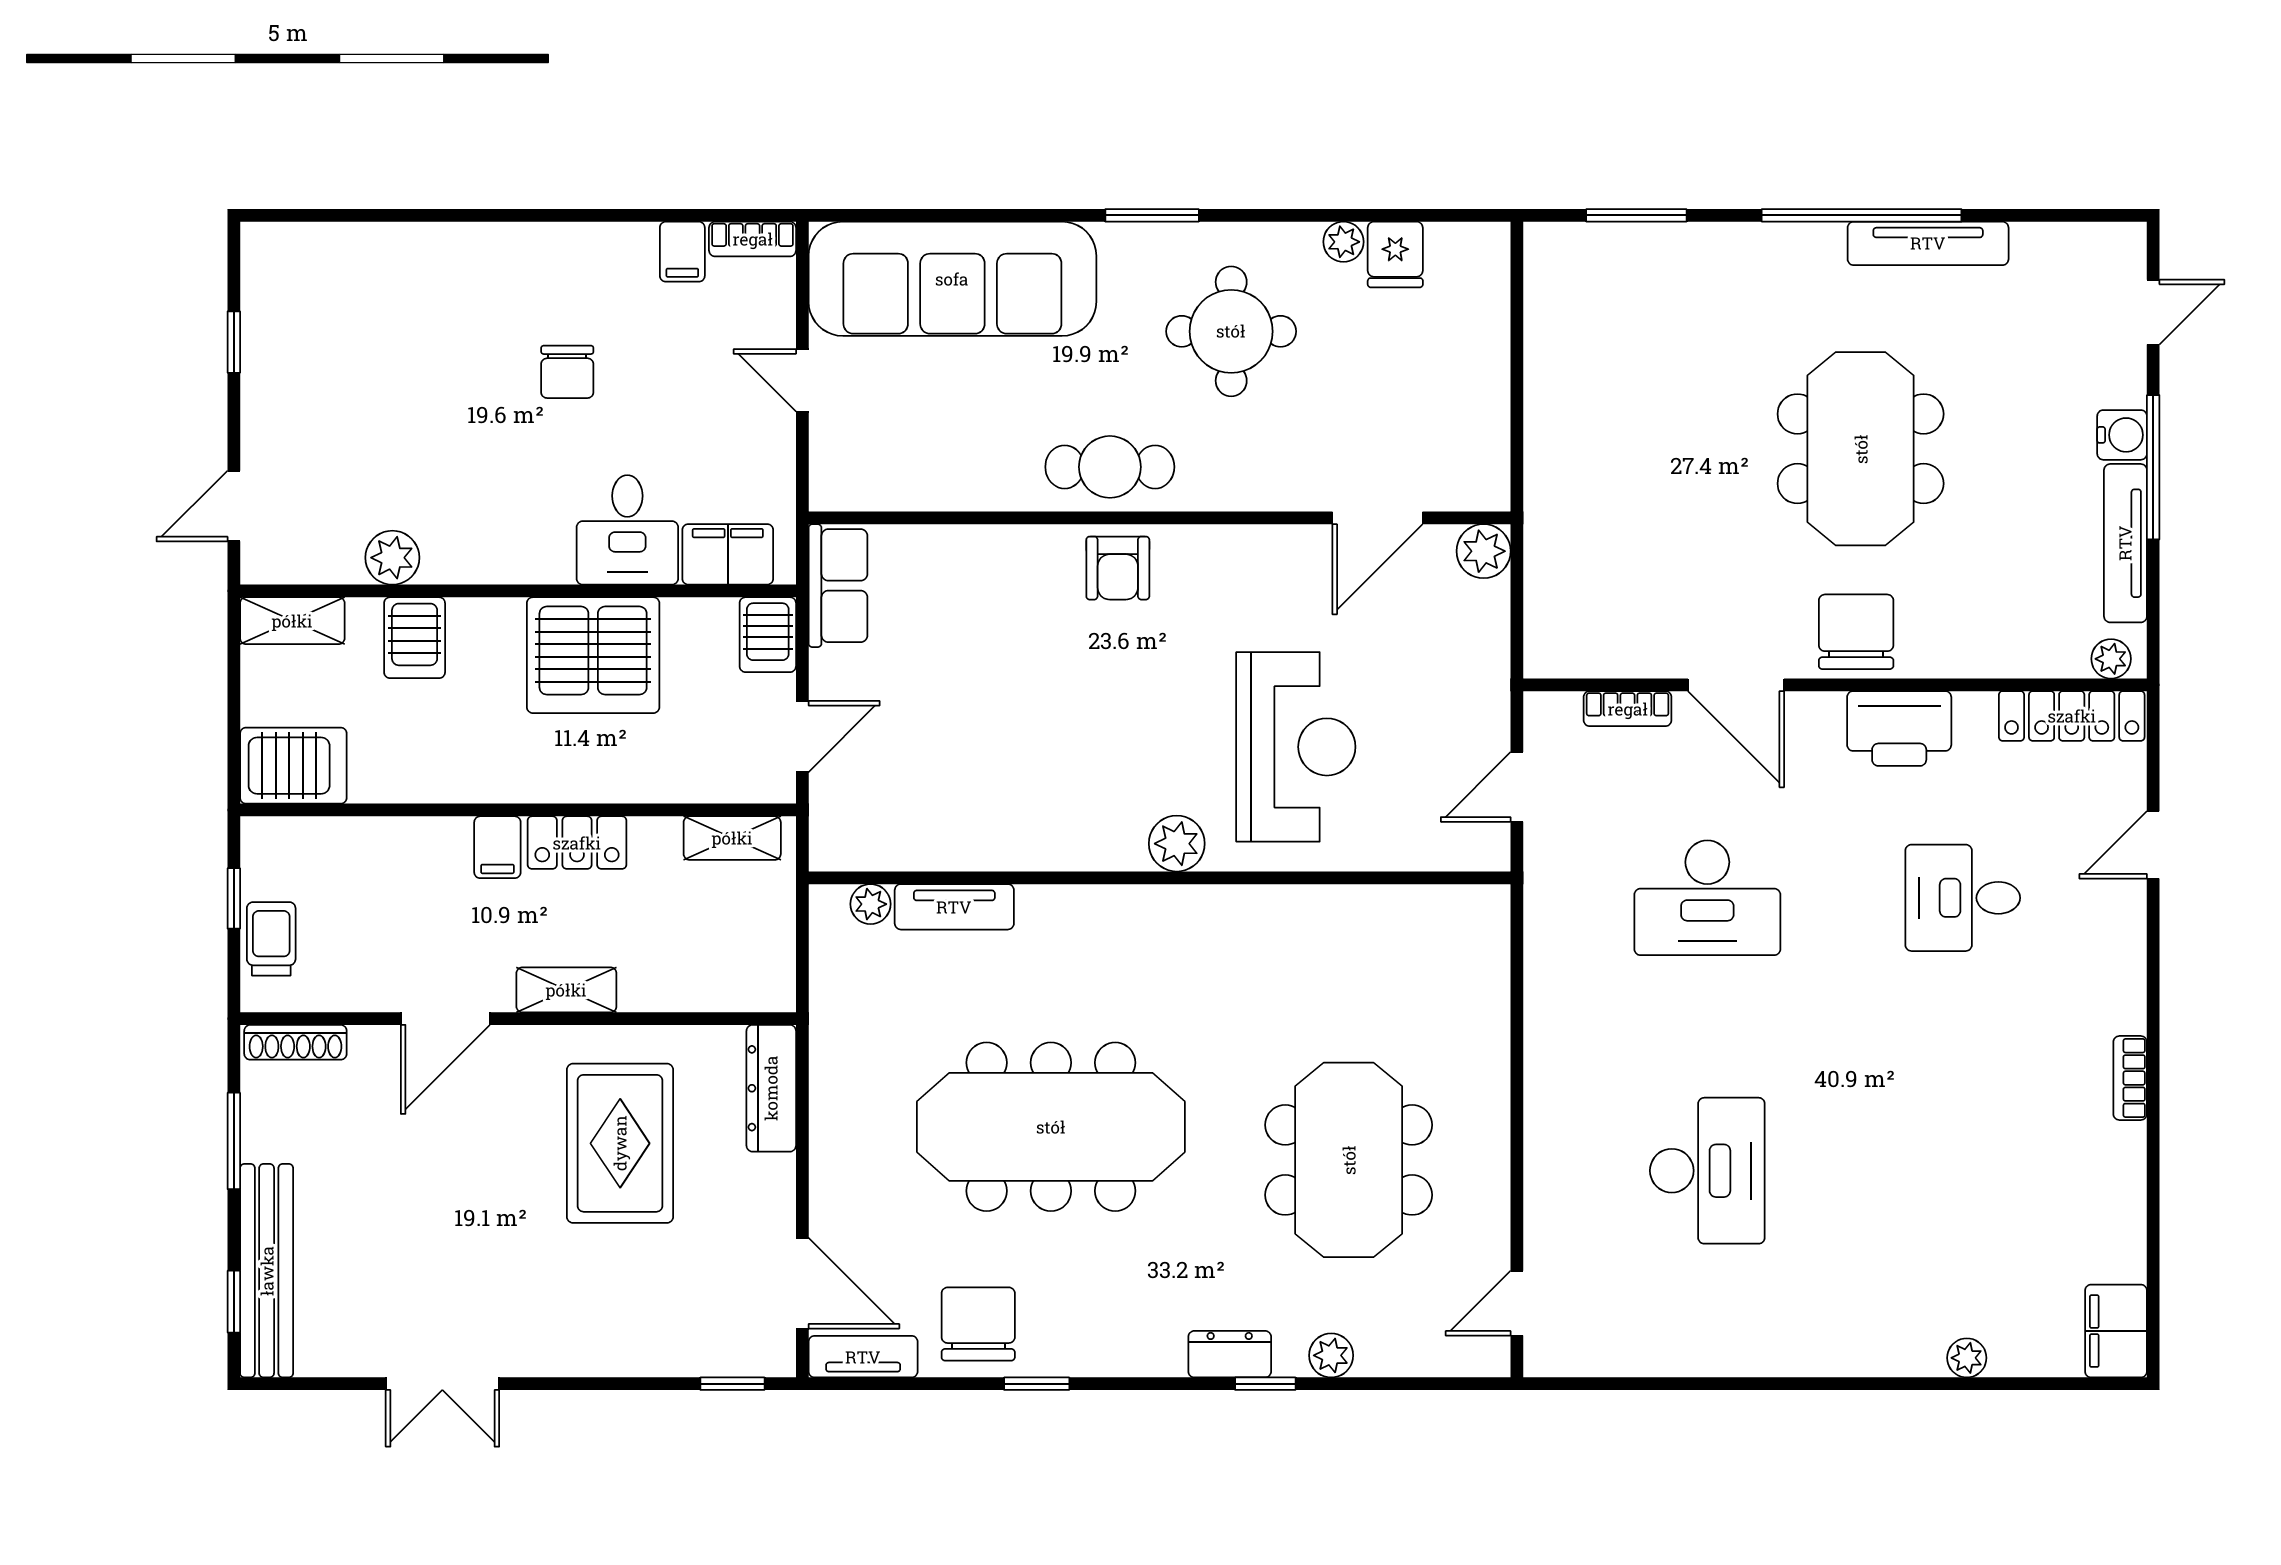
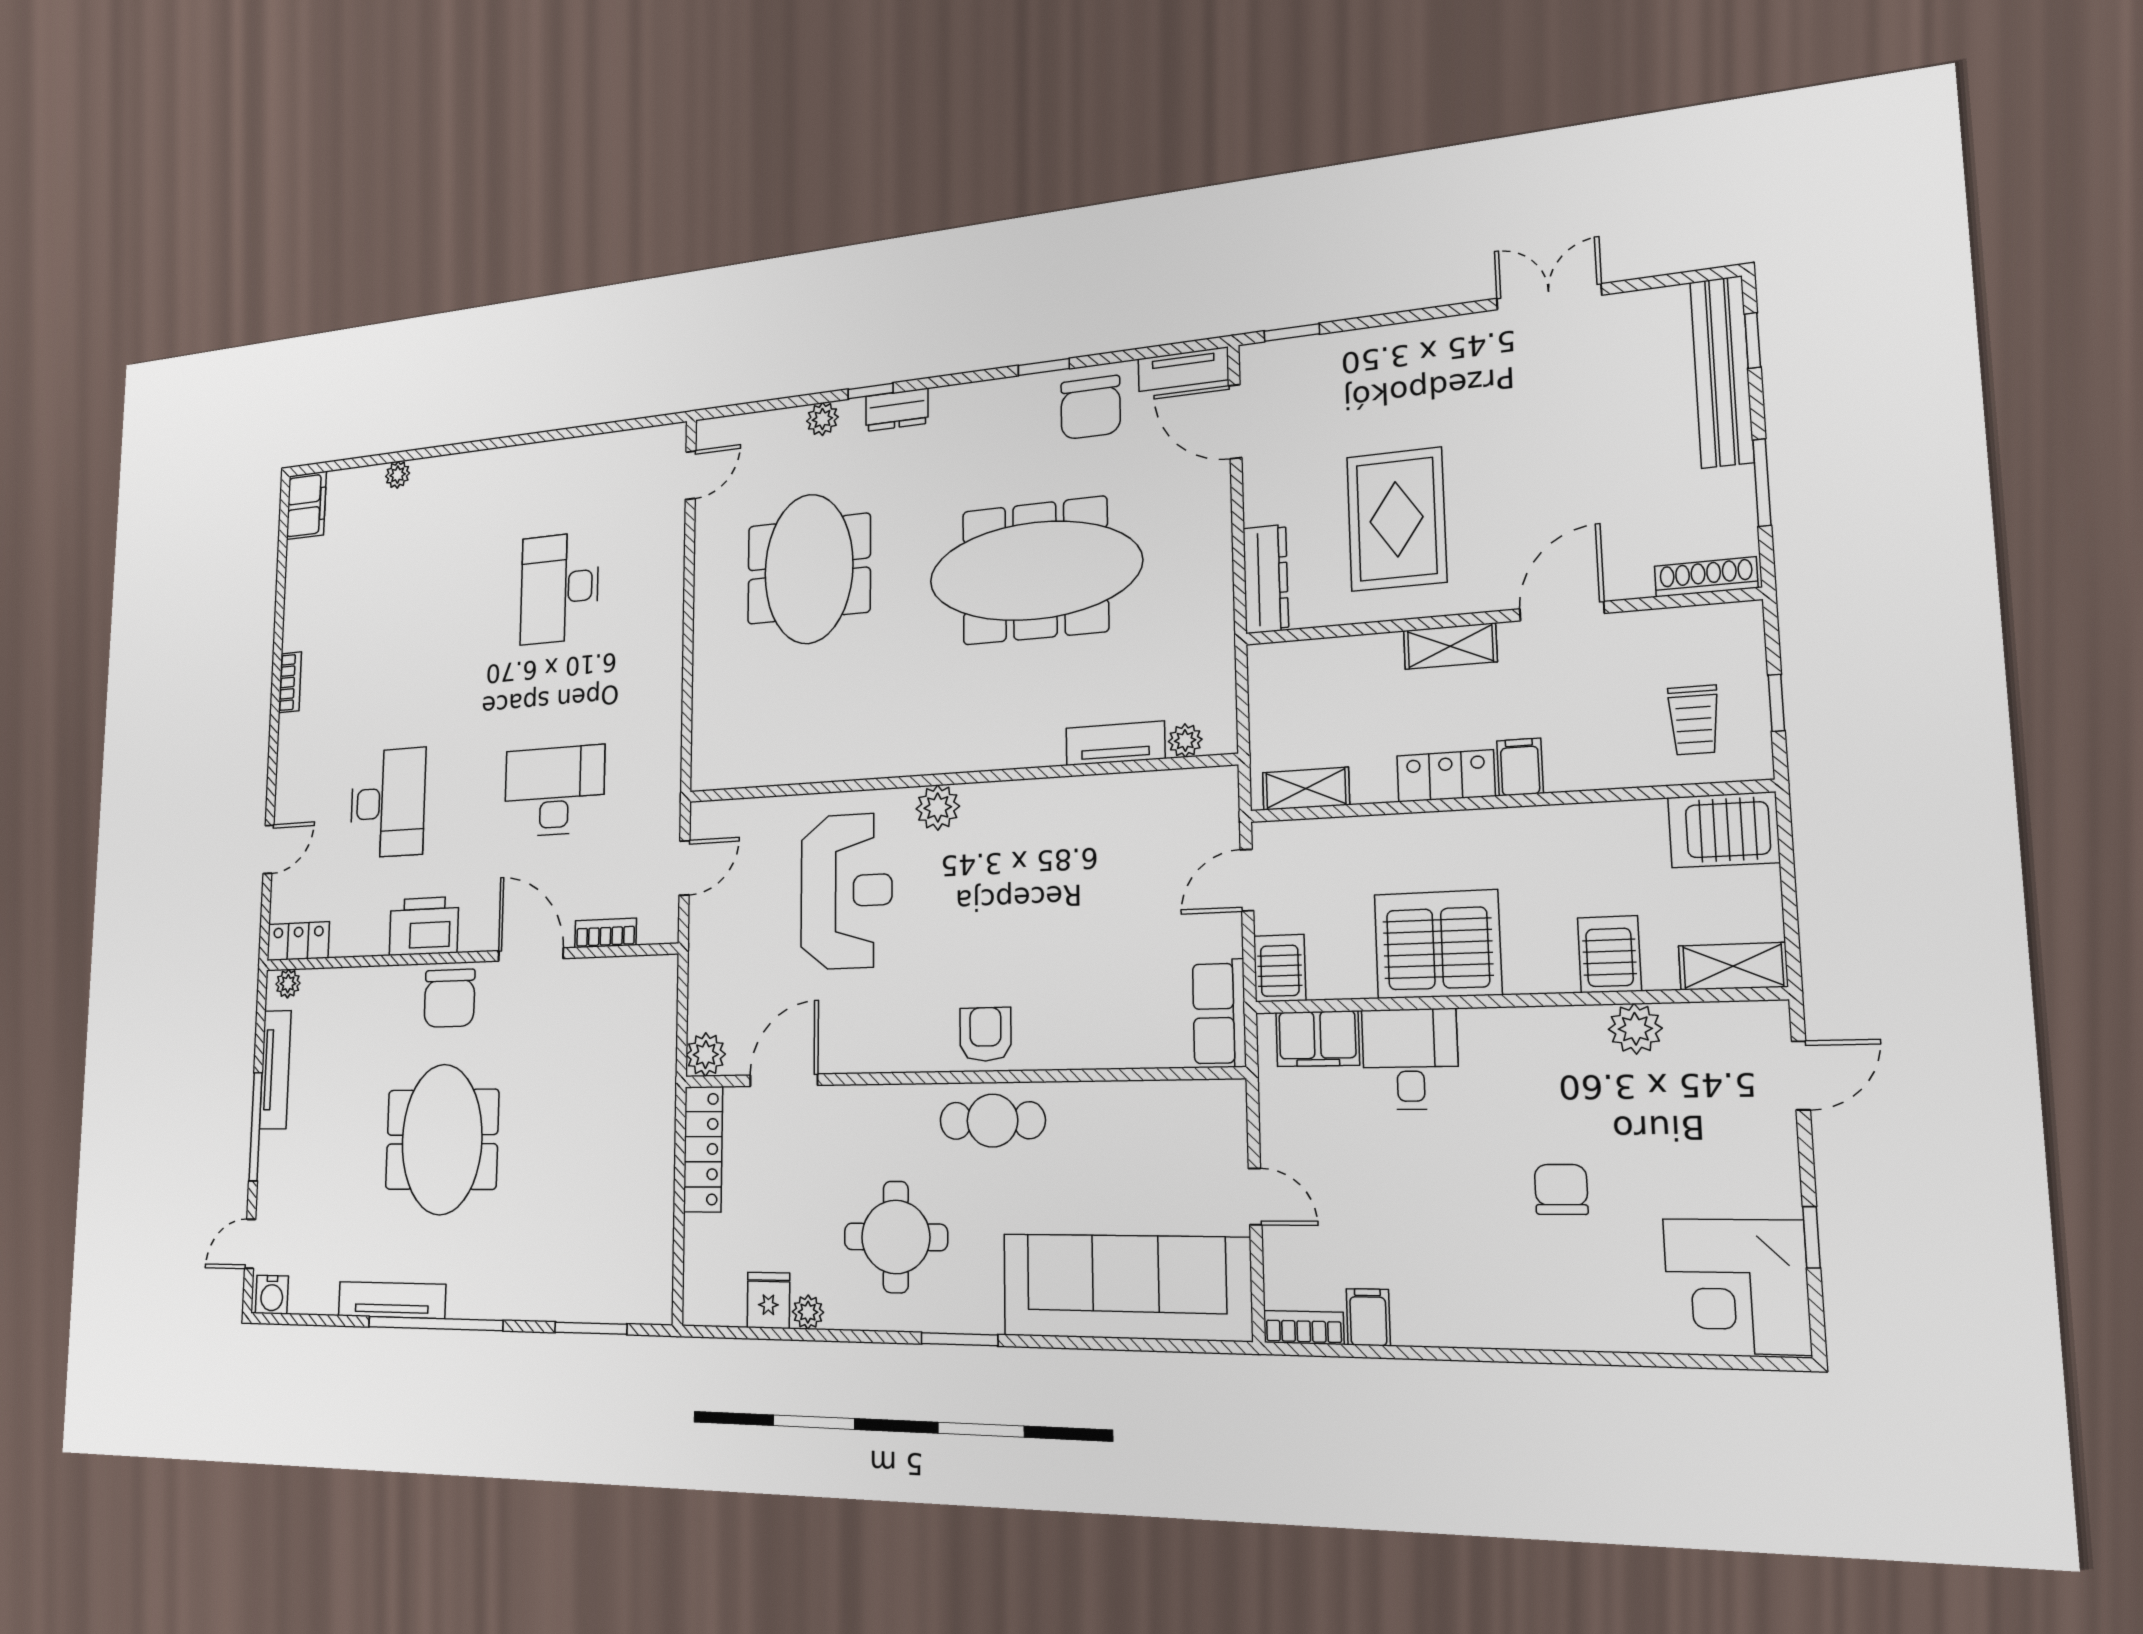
corner desk: (308, 292) -> (1737, 1286), added
chair: (567, 372) -> (1561, 1189), moved
locker: (1485, 435) -> (703, 1149), added
water cooler: (2122, 435) -> (272, 1295), moved, turned -90
locker: (2072, 716) -> (298, 941), width x0.66
reception desk: (1296, 747) -> (846, 891), turned 180
desk: (1963, 898) -> (388, 803), width x1.37
trolley: (271, 939) -> (1694, 720), moved

